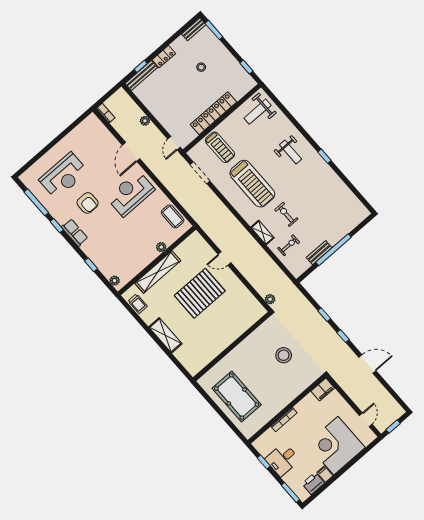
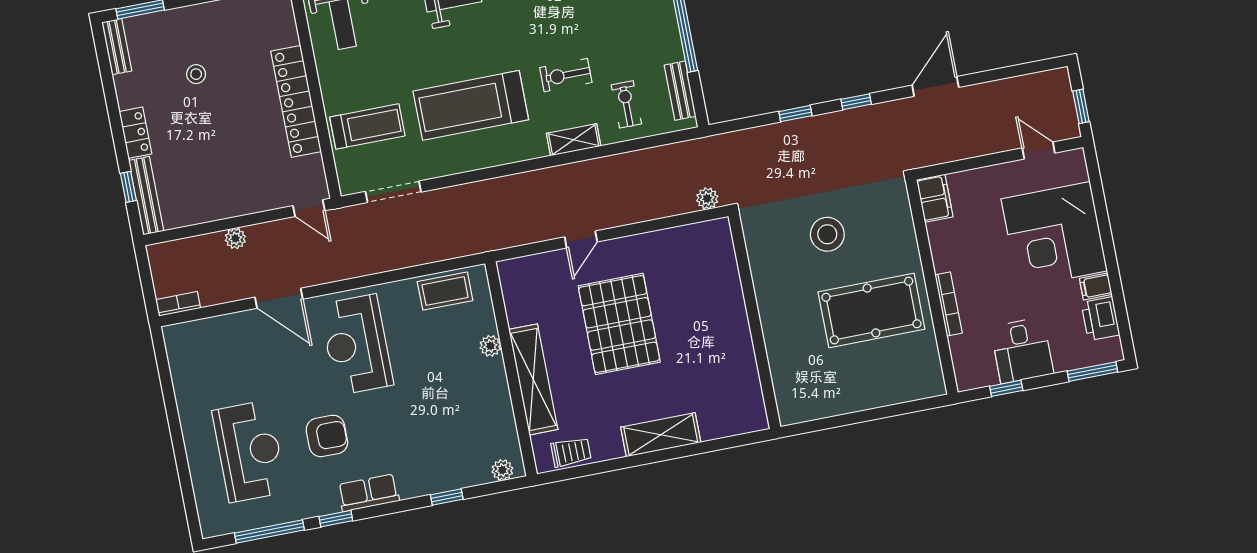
treadmill: (252, 184) -> (471, 105), turned 180
bench: (319, 253) -> (680, 91), moved
pool table: (237, 396) -> (871, 311), moved

